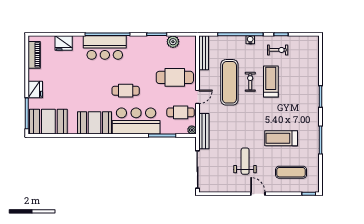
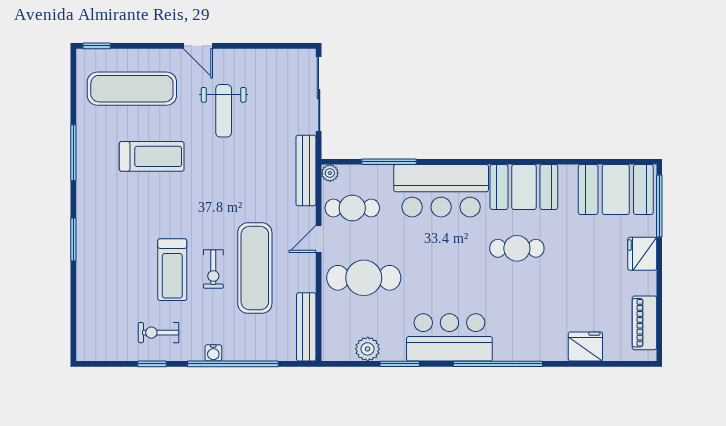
bar counter: (105, 48) -> (449, 337), moved
cafe table: (126, 91) -> (517, 248), moved
exercise mat: (291, 172) -> (132, 89), width x1.36, depth x1.45

